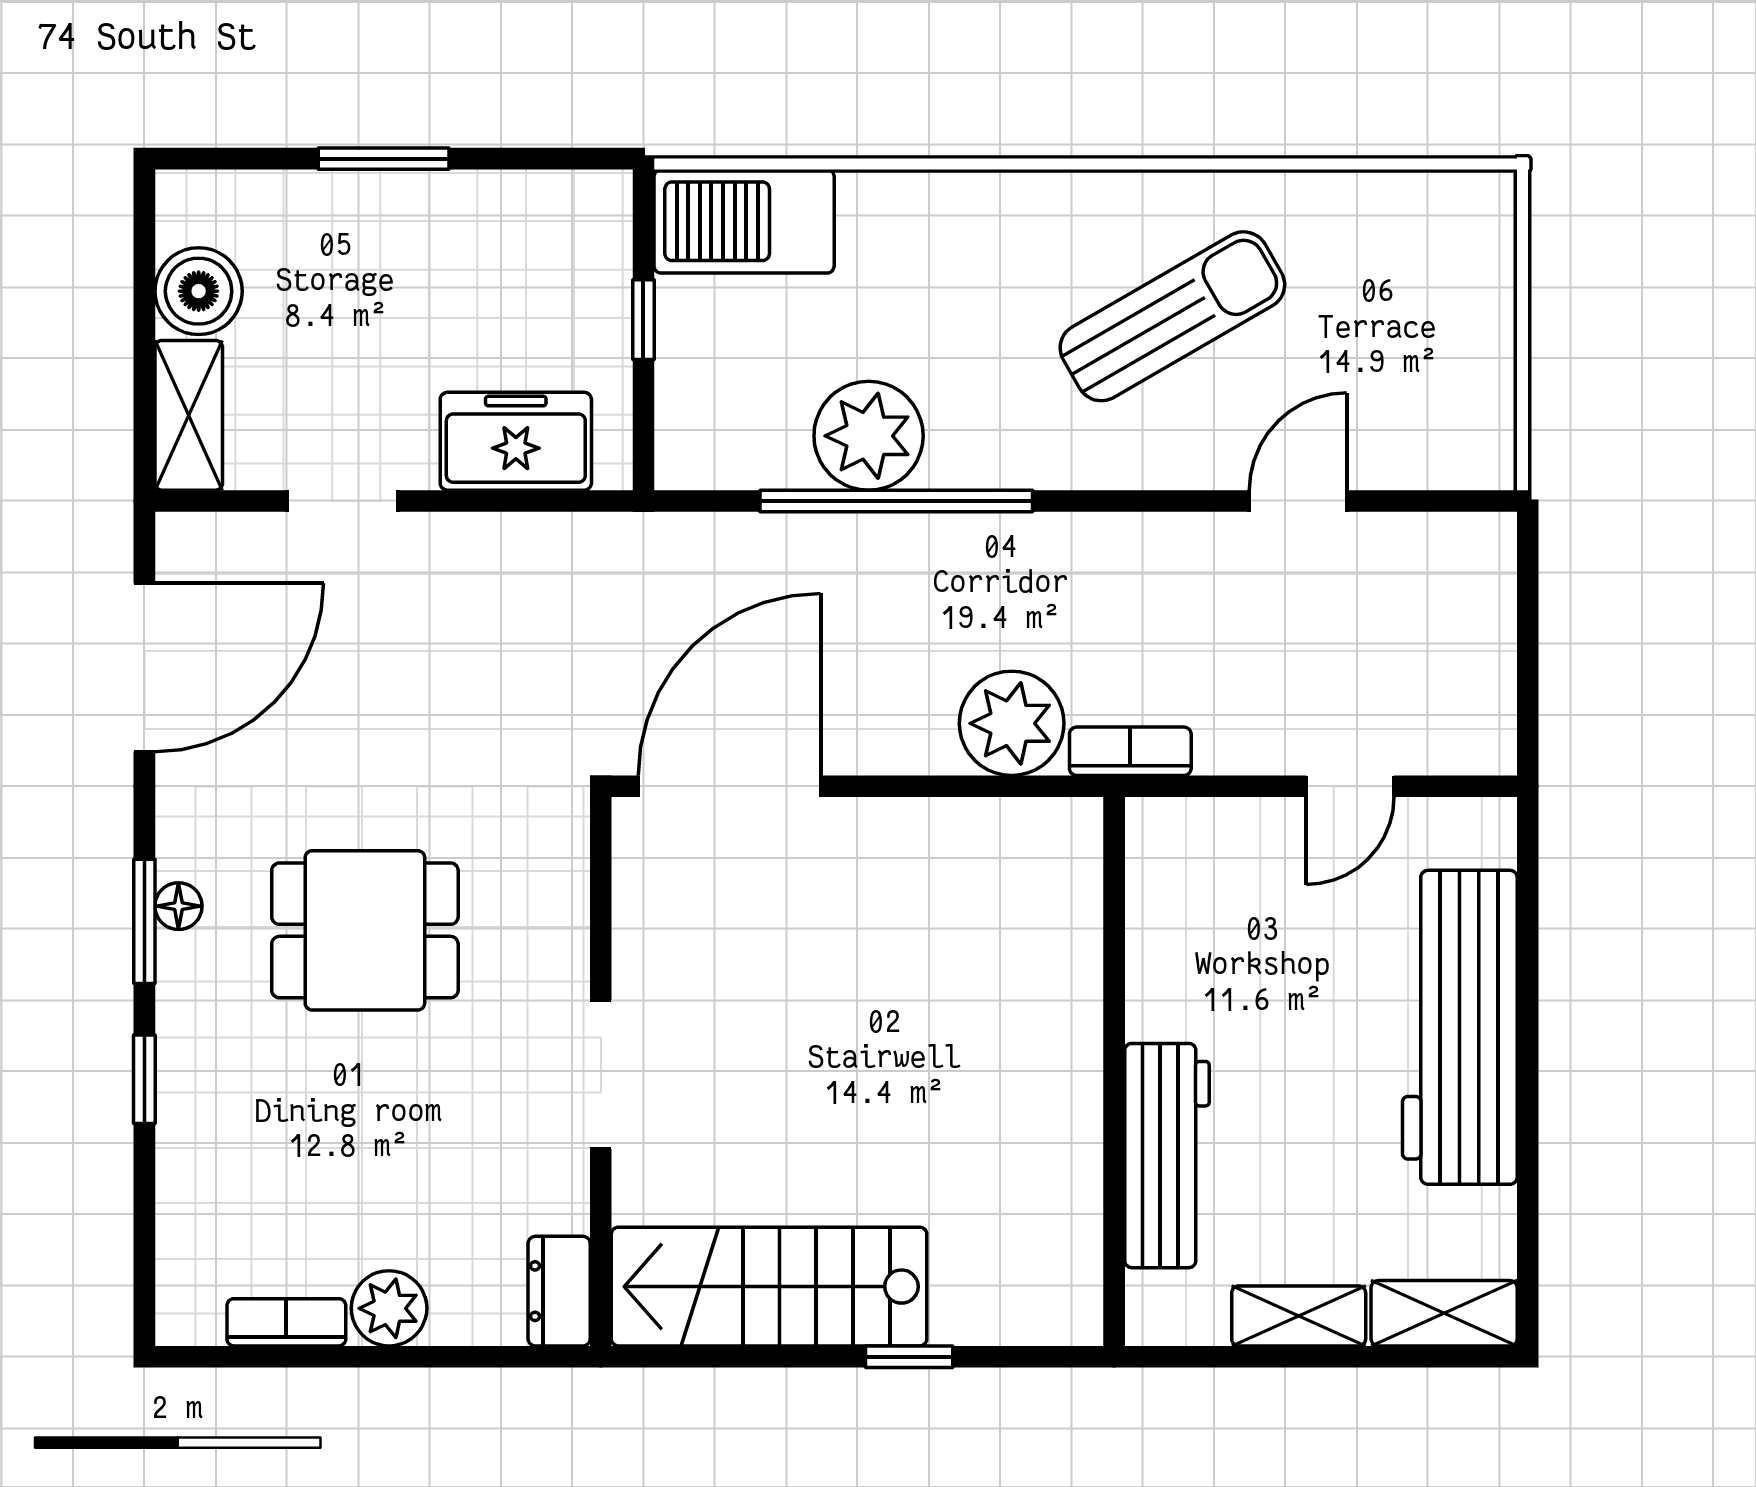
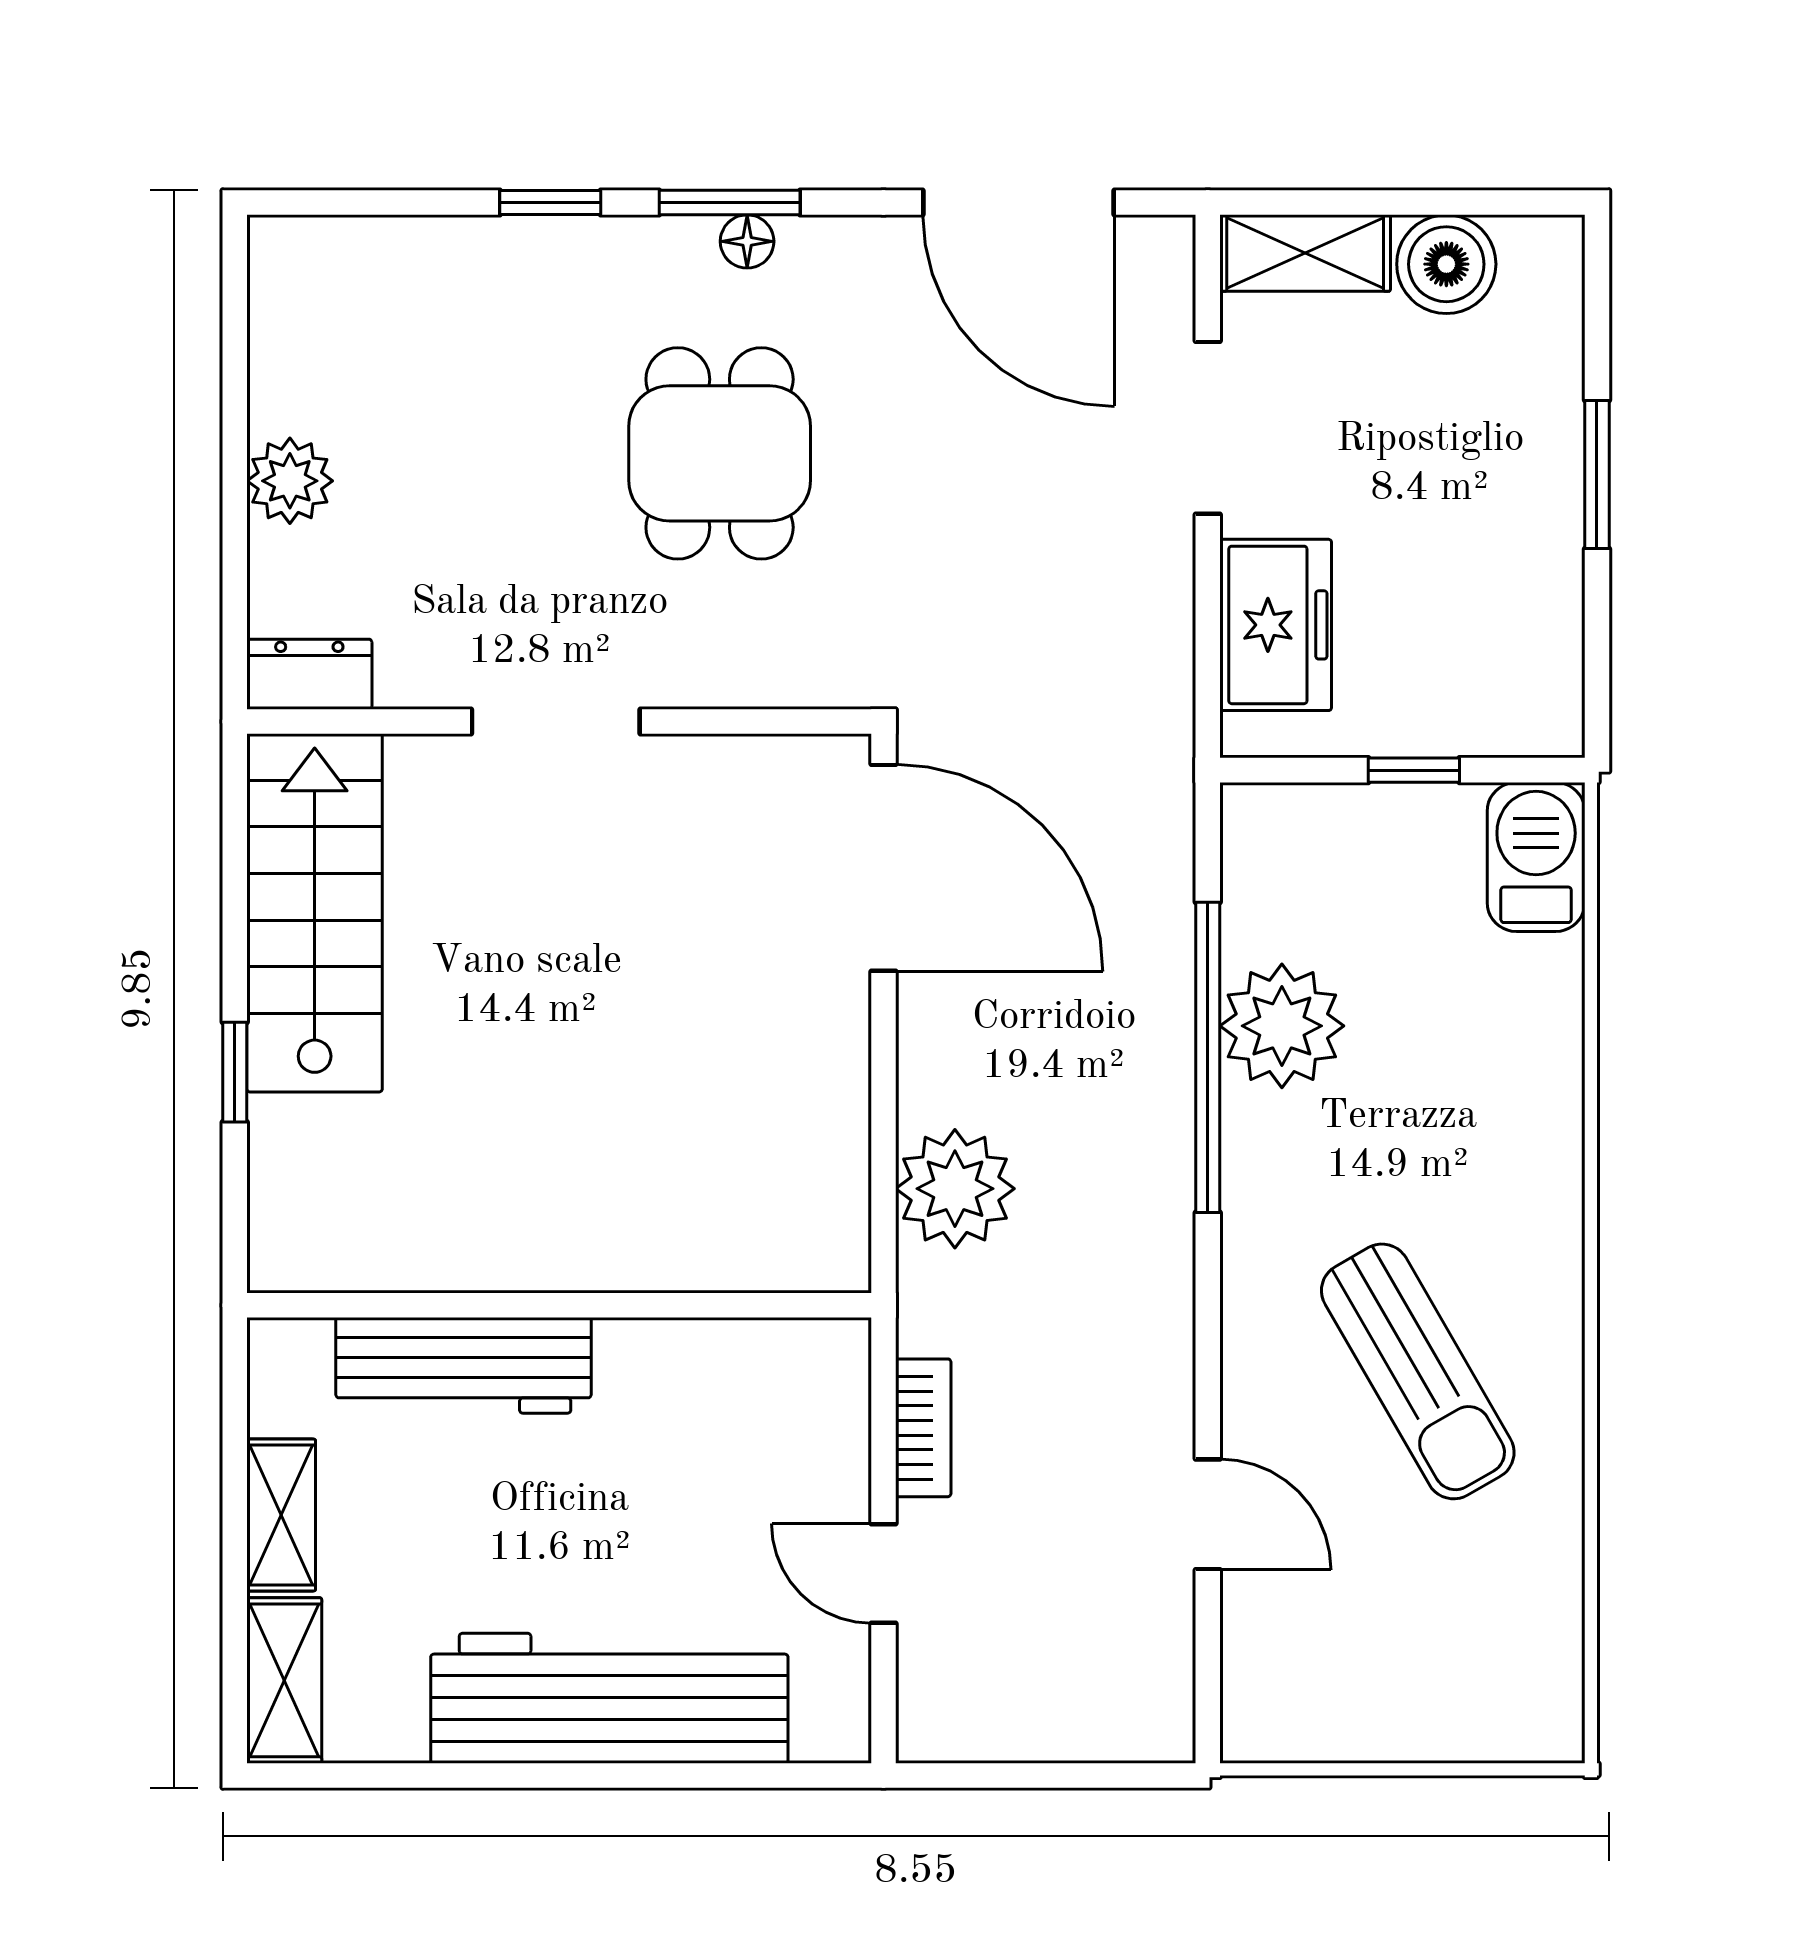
barbecue: (744, 221) -> (1536, 857), width x0.73, depth x0.83
doorway: (342, 501) -> (1208, 428), width x1.38
bookcase: (1130, 751) -> (923, 1428), moved
bookcase: (286, 1322) -> (274, 364), removed

